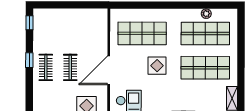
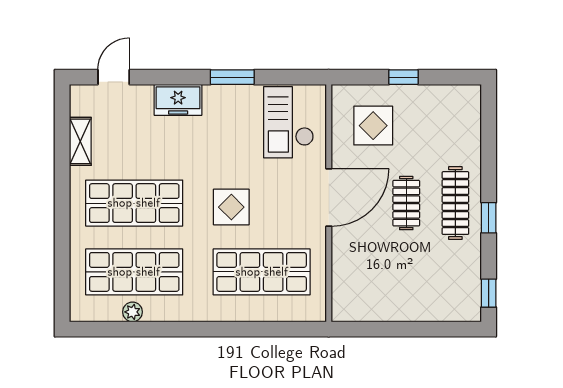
clothes rail: (46, 67) -> (455, 203), width x1.36

